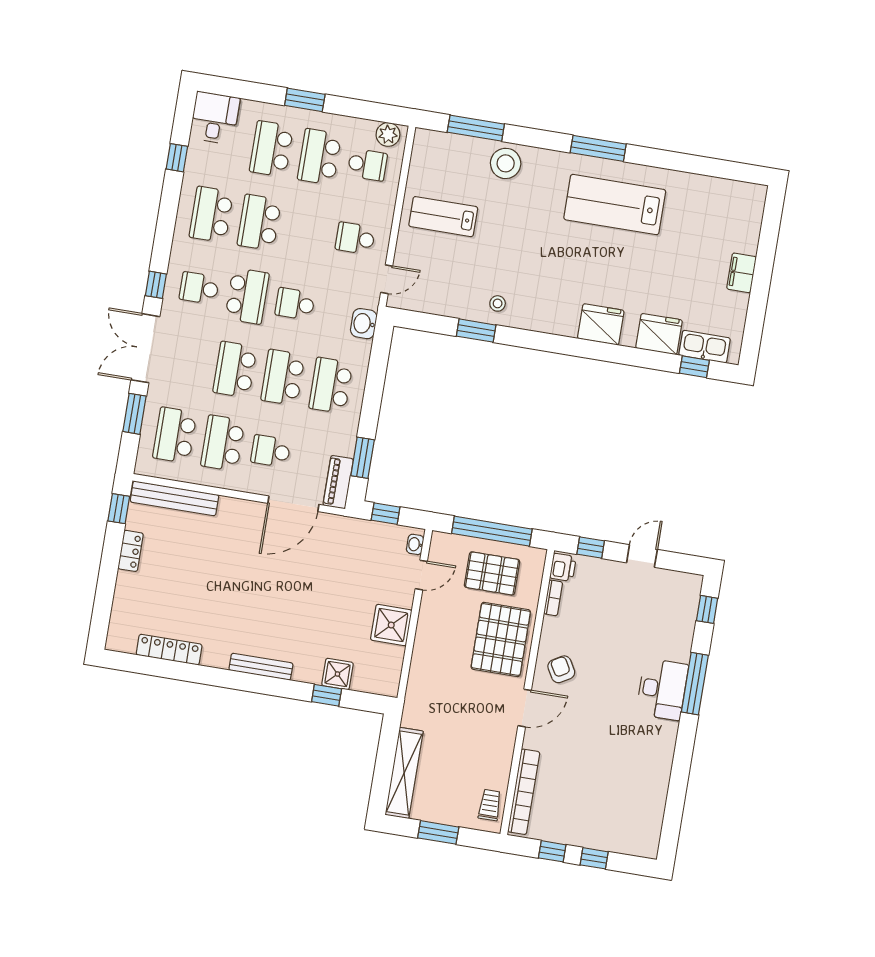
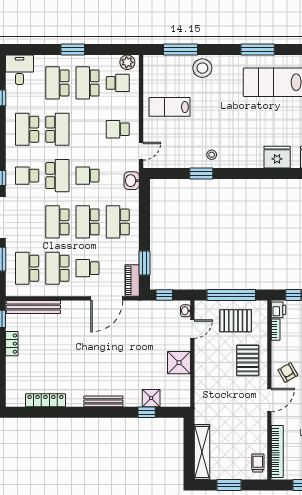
school desk: (259, 222) -> (57, 129), turned 180
pallet: (501, 639) -> (248, 360), width x0.73, depth x0.71

